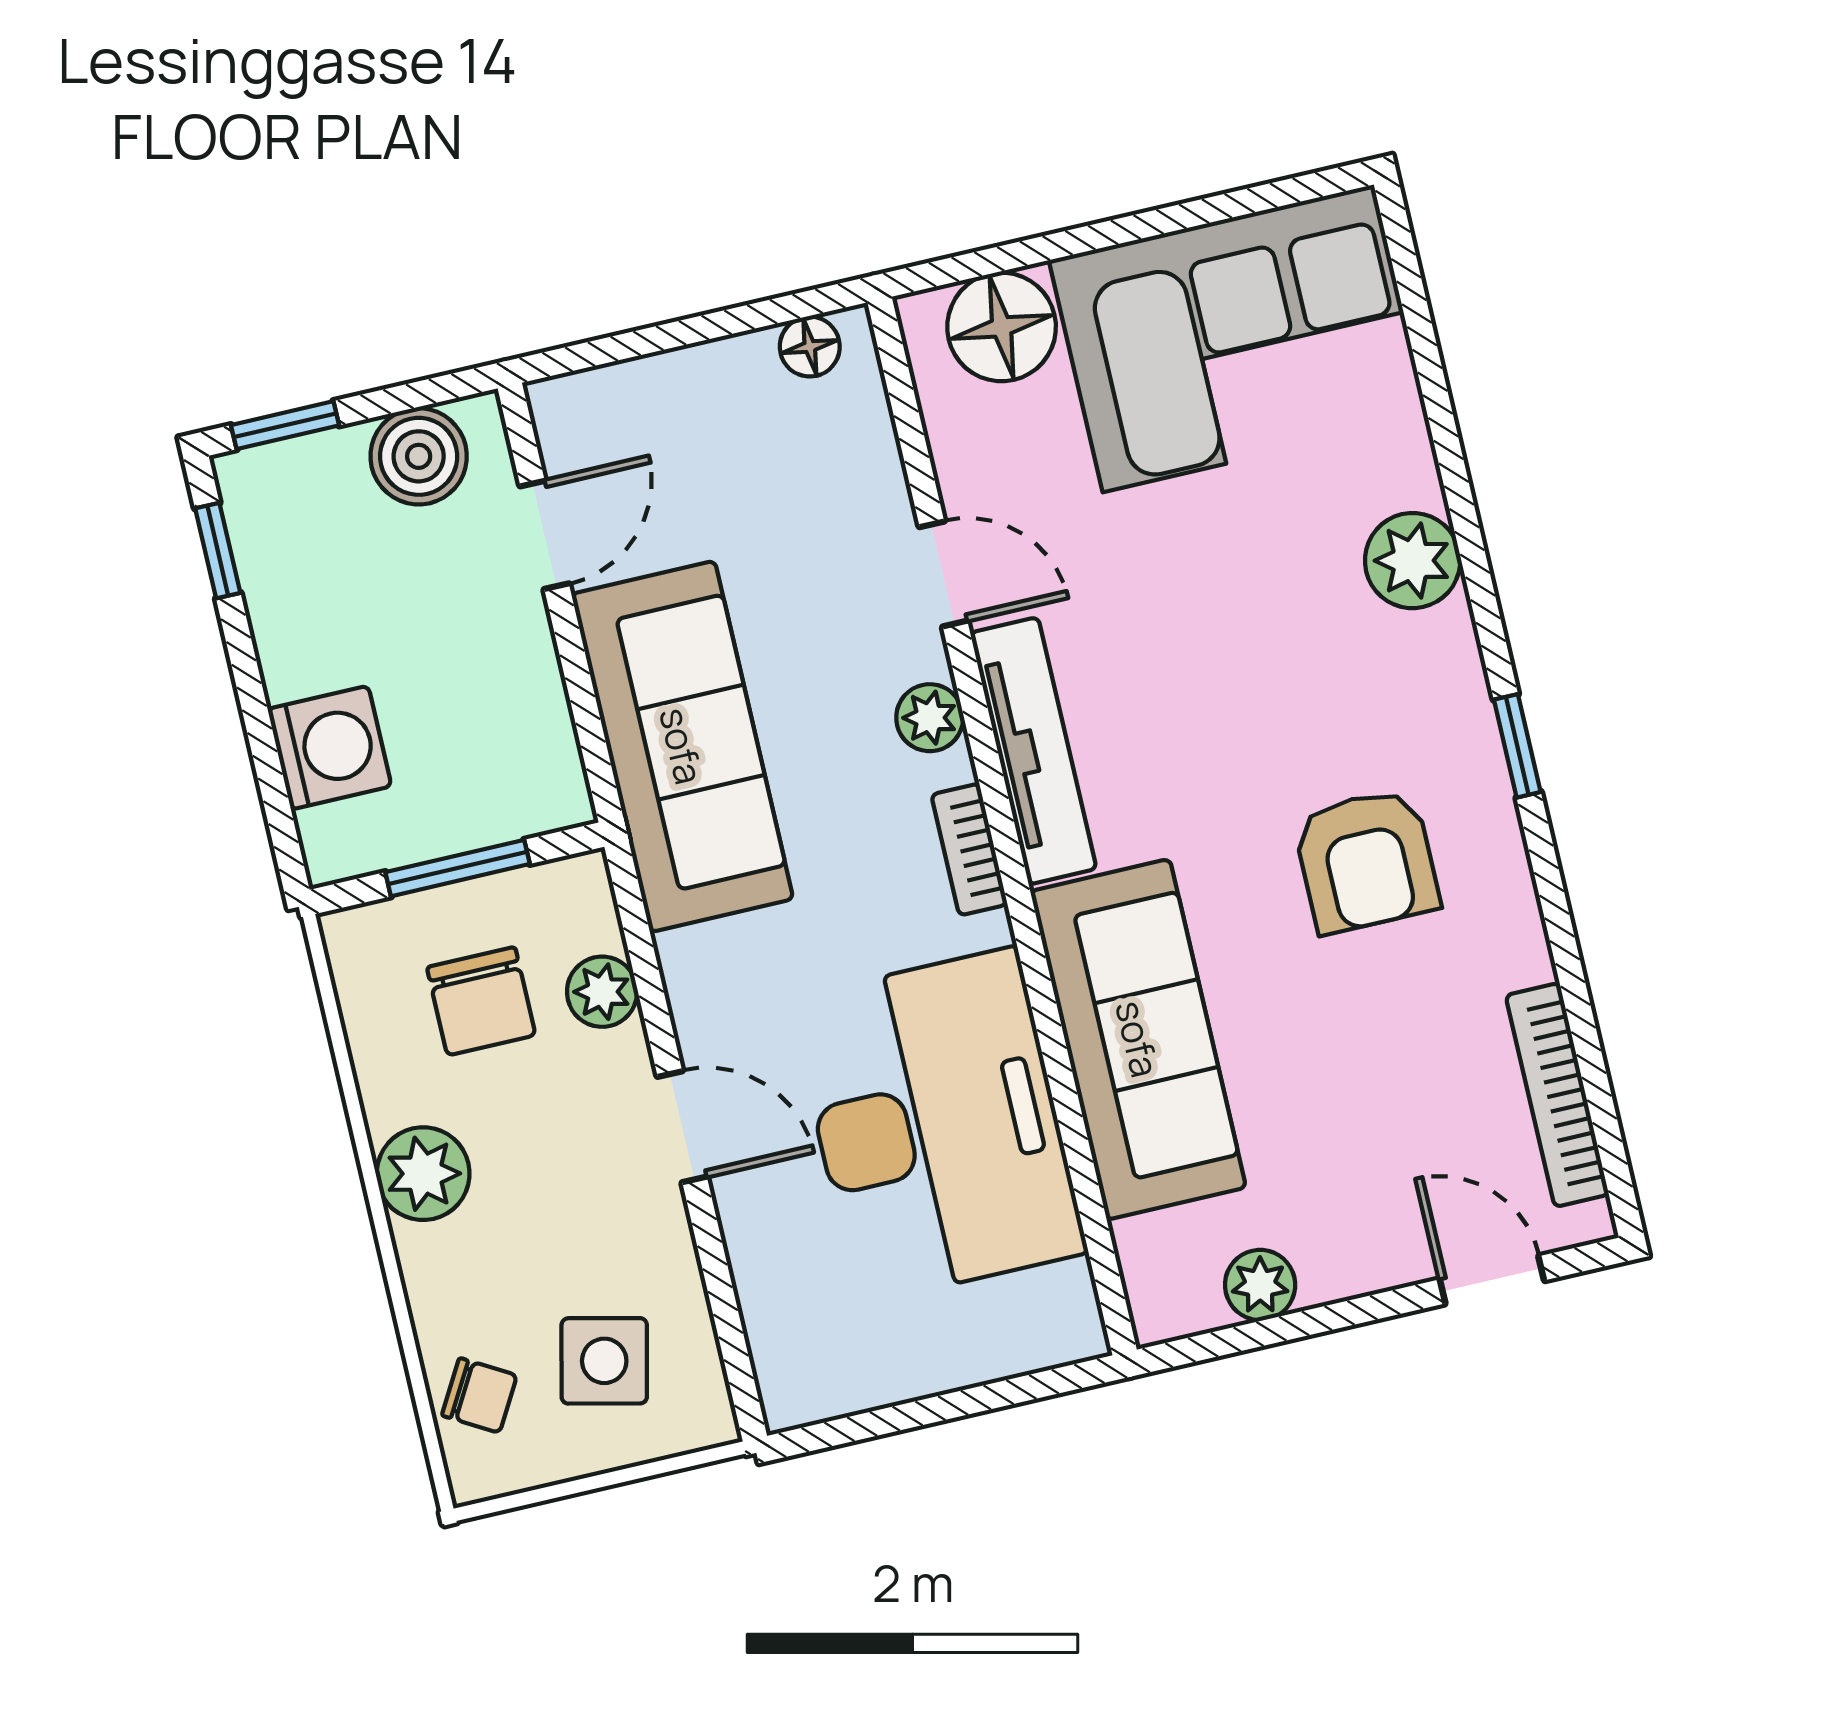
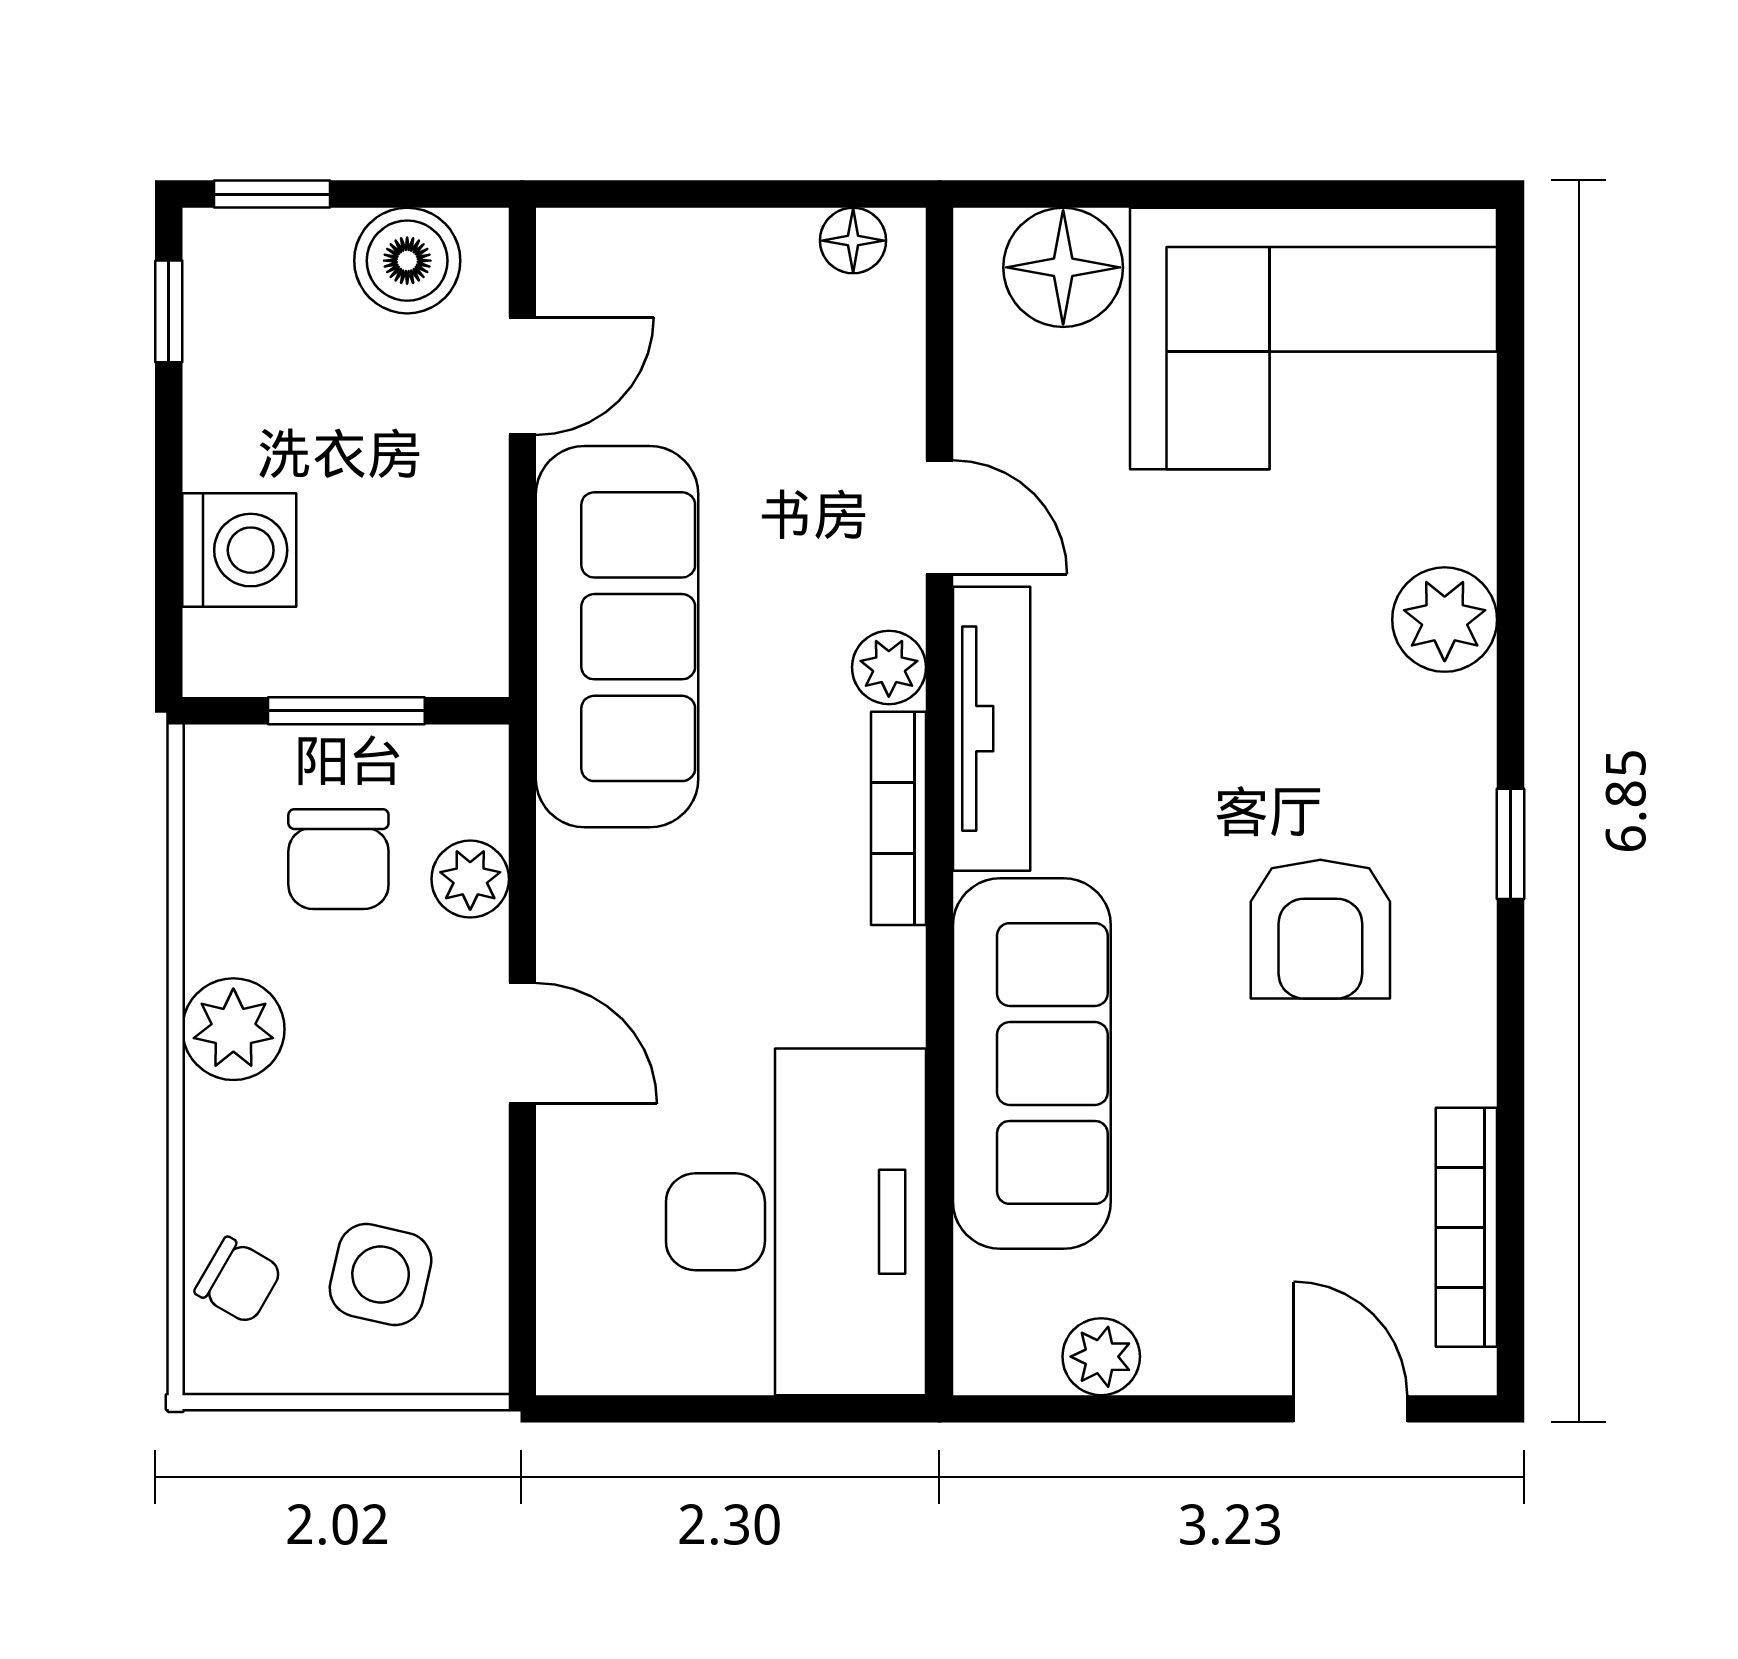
bookcase: (969, 850) -> (898, 818), width x1.56
desk: (938, 1126) -> (796, 1222), moved

